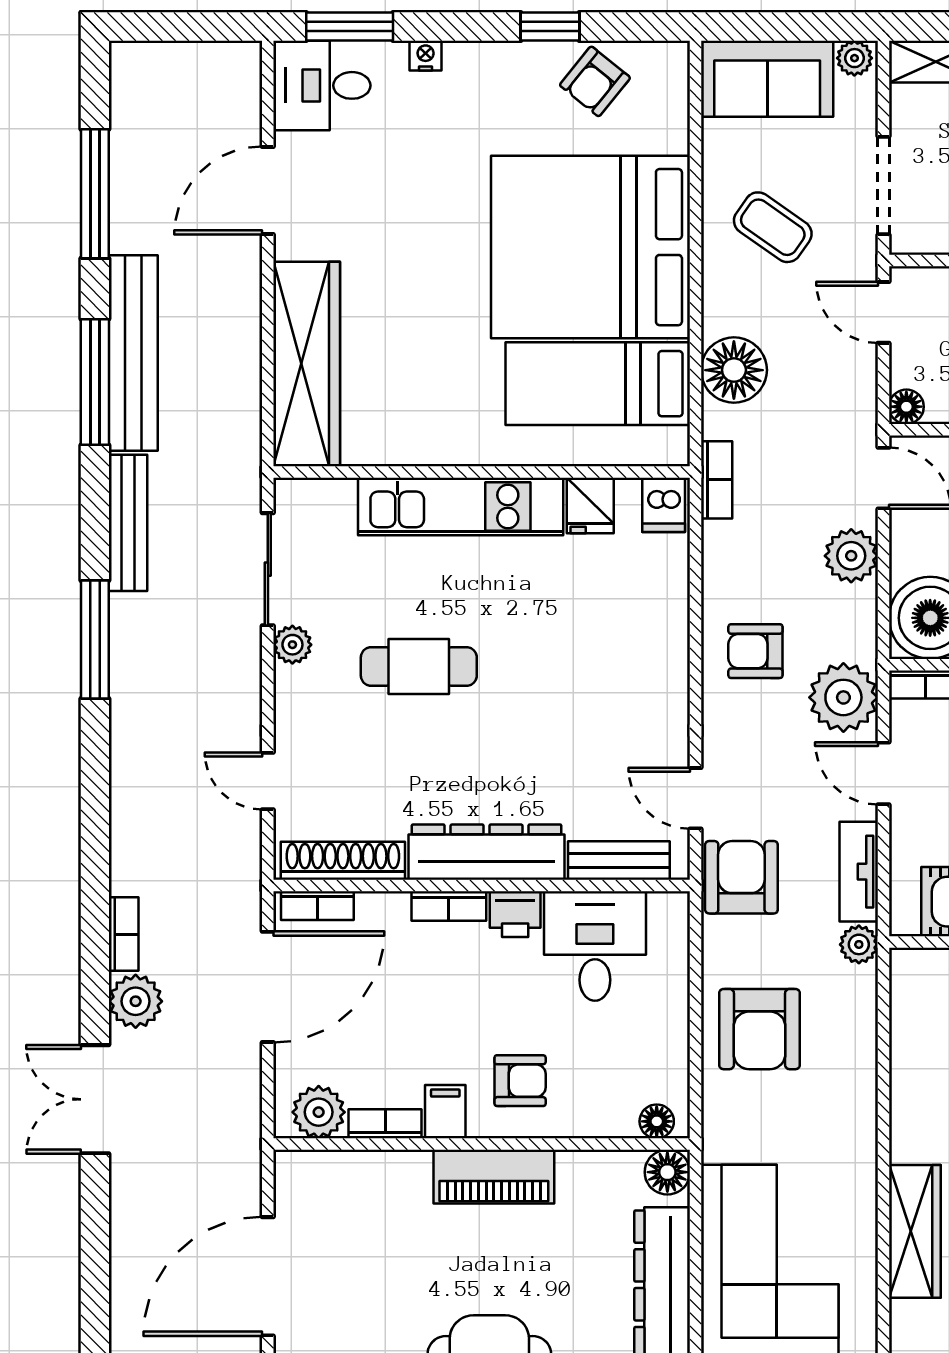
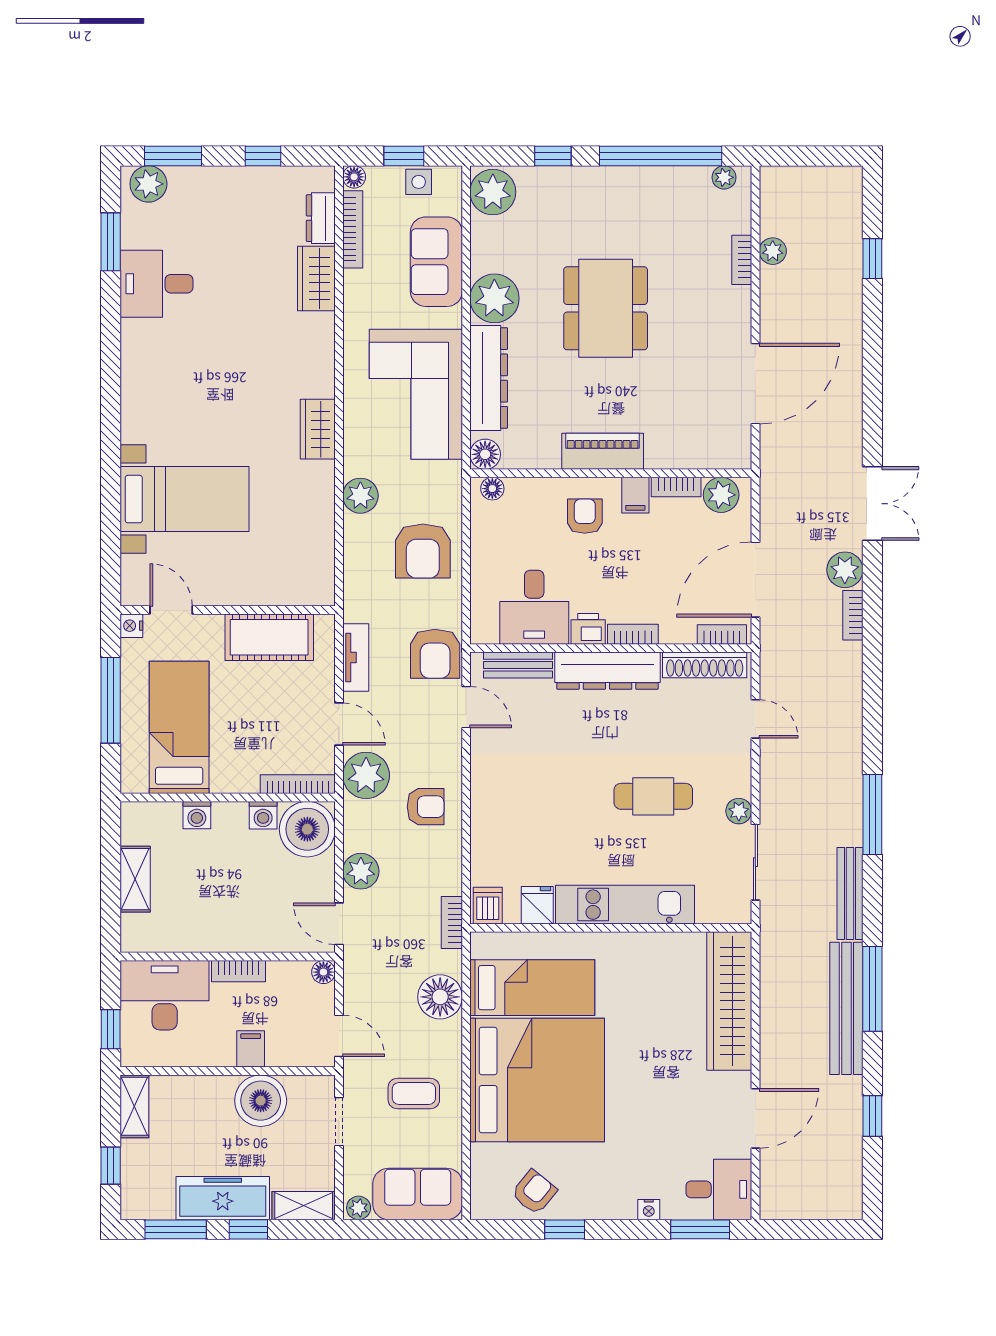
doorway: (883, 186) -> (339, 1122), width x0.73
window: (95, 194) -> (872, 1116), width x0.46
coffee table: (773, 227) -> (414, 1093), turned -35
plant: (859, 944) -> (360, 496), moved, width x1.38, depth x1.38
armchair: (760, 1029) -> (423, 551), turned 180
armchair: (520, 1081) -> (585, 516), turned 90
wardrobe: (915, 1231) -> (318, 429), width x0.67

